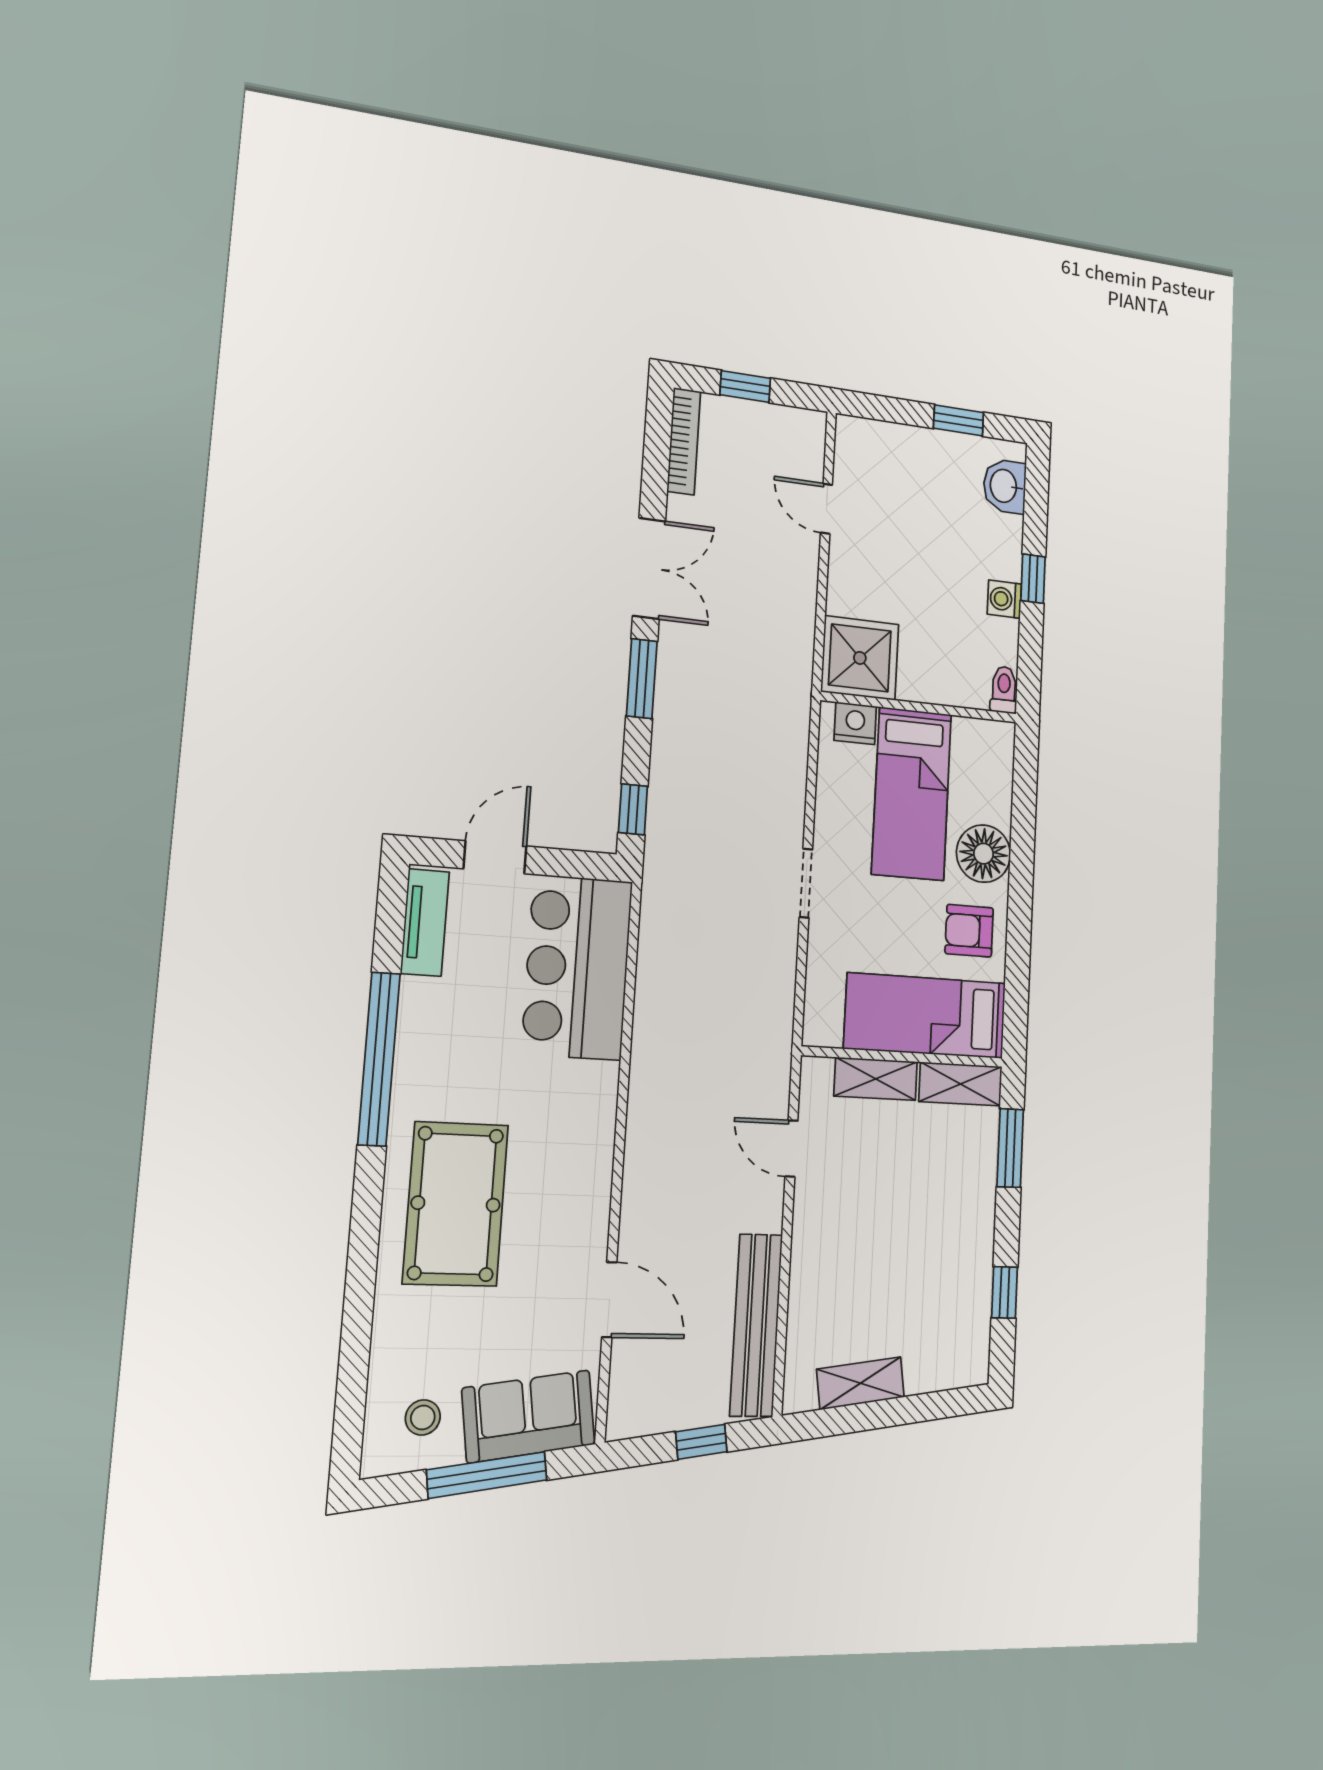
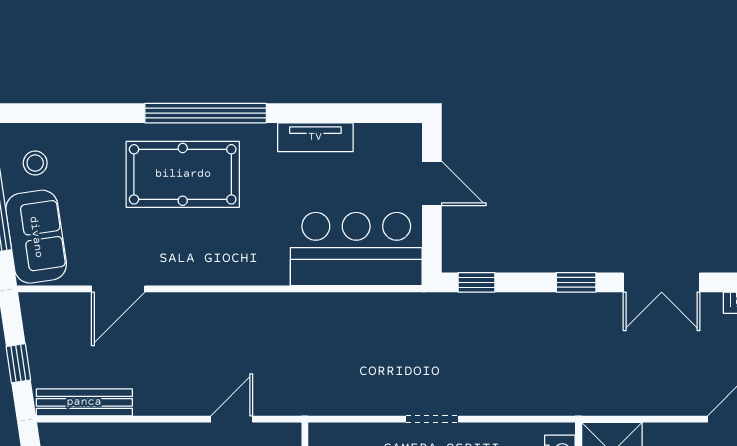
window: (642, 679) -> (576, 282), width x0.67
tv unit: (425, 923) -> (315, 137), moved
window: (379, 1059) -> (206, 113), moved
bench: (756, 1325) -> (84, 402), width x0.73, depth x0.82

